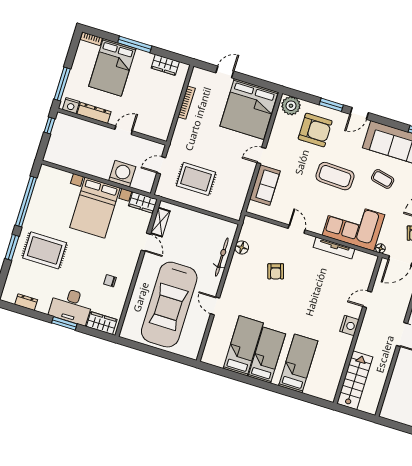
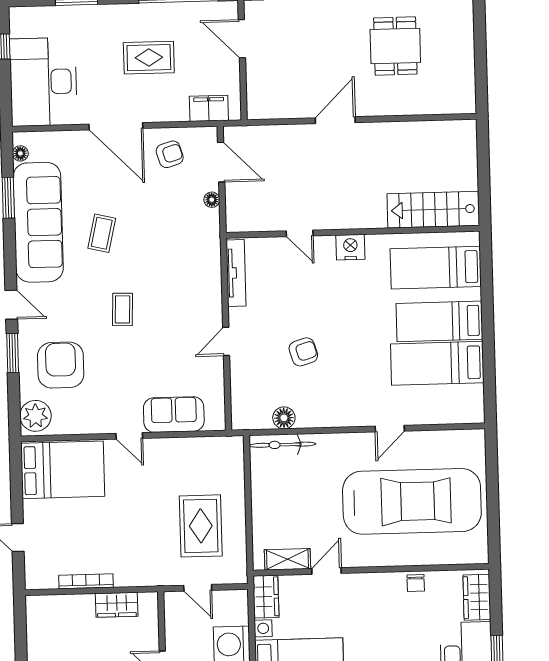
wardrobe: (165, 65) -> (117, 605), moved, turned 90
bed: (249, 109) -> (63, 470), width x0.73
coffee table: (335, 176) -> (122, 309), width x0.54, depth x0.58
corner sofa: (354, 225) -> (189, 254), removed
bicycle: (222, 257) -> (283, 445), moved
chair: (110, 281) -> (416, 583), moved
door: (367, 299) -> (300, 233), moved
nightstand: (349, 326) -> (350, 247), moved
wall: (358, 330) -> (353, 232), moved
stairs: (355, 380) -> (433, 210), moved

